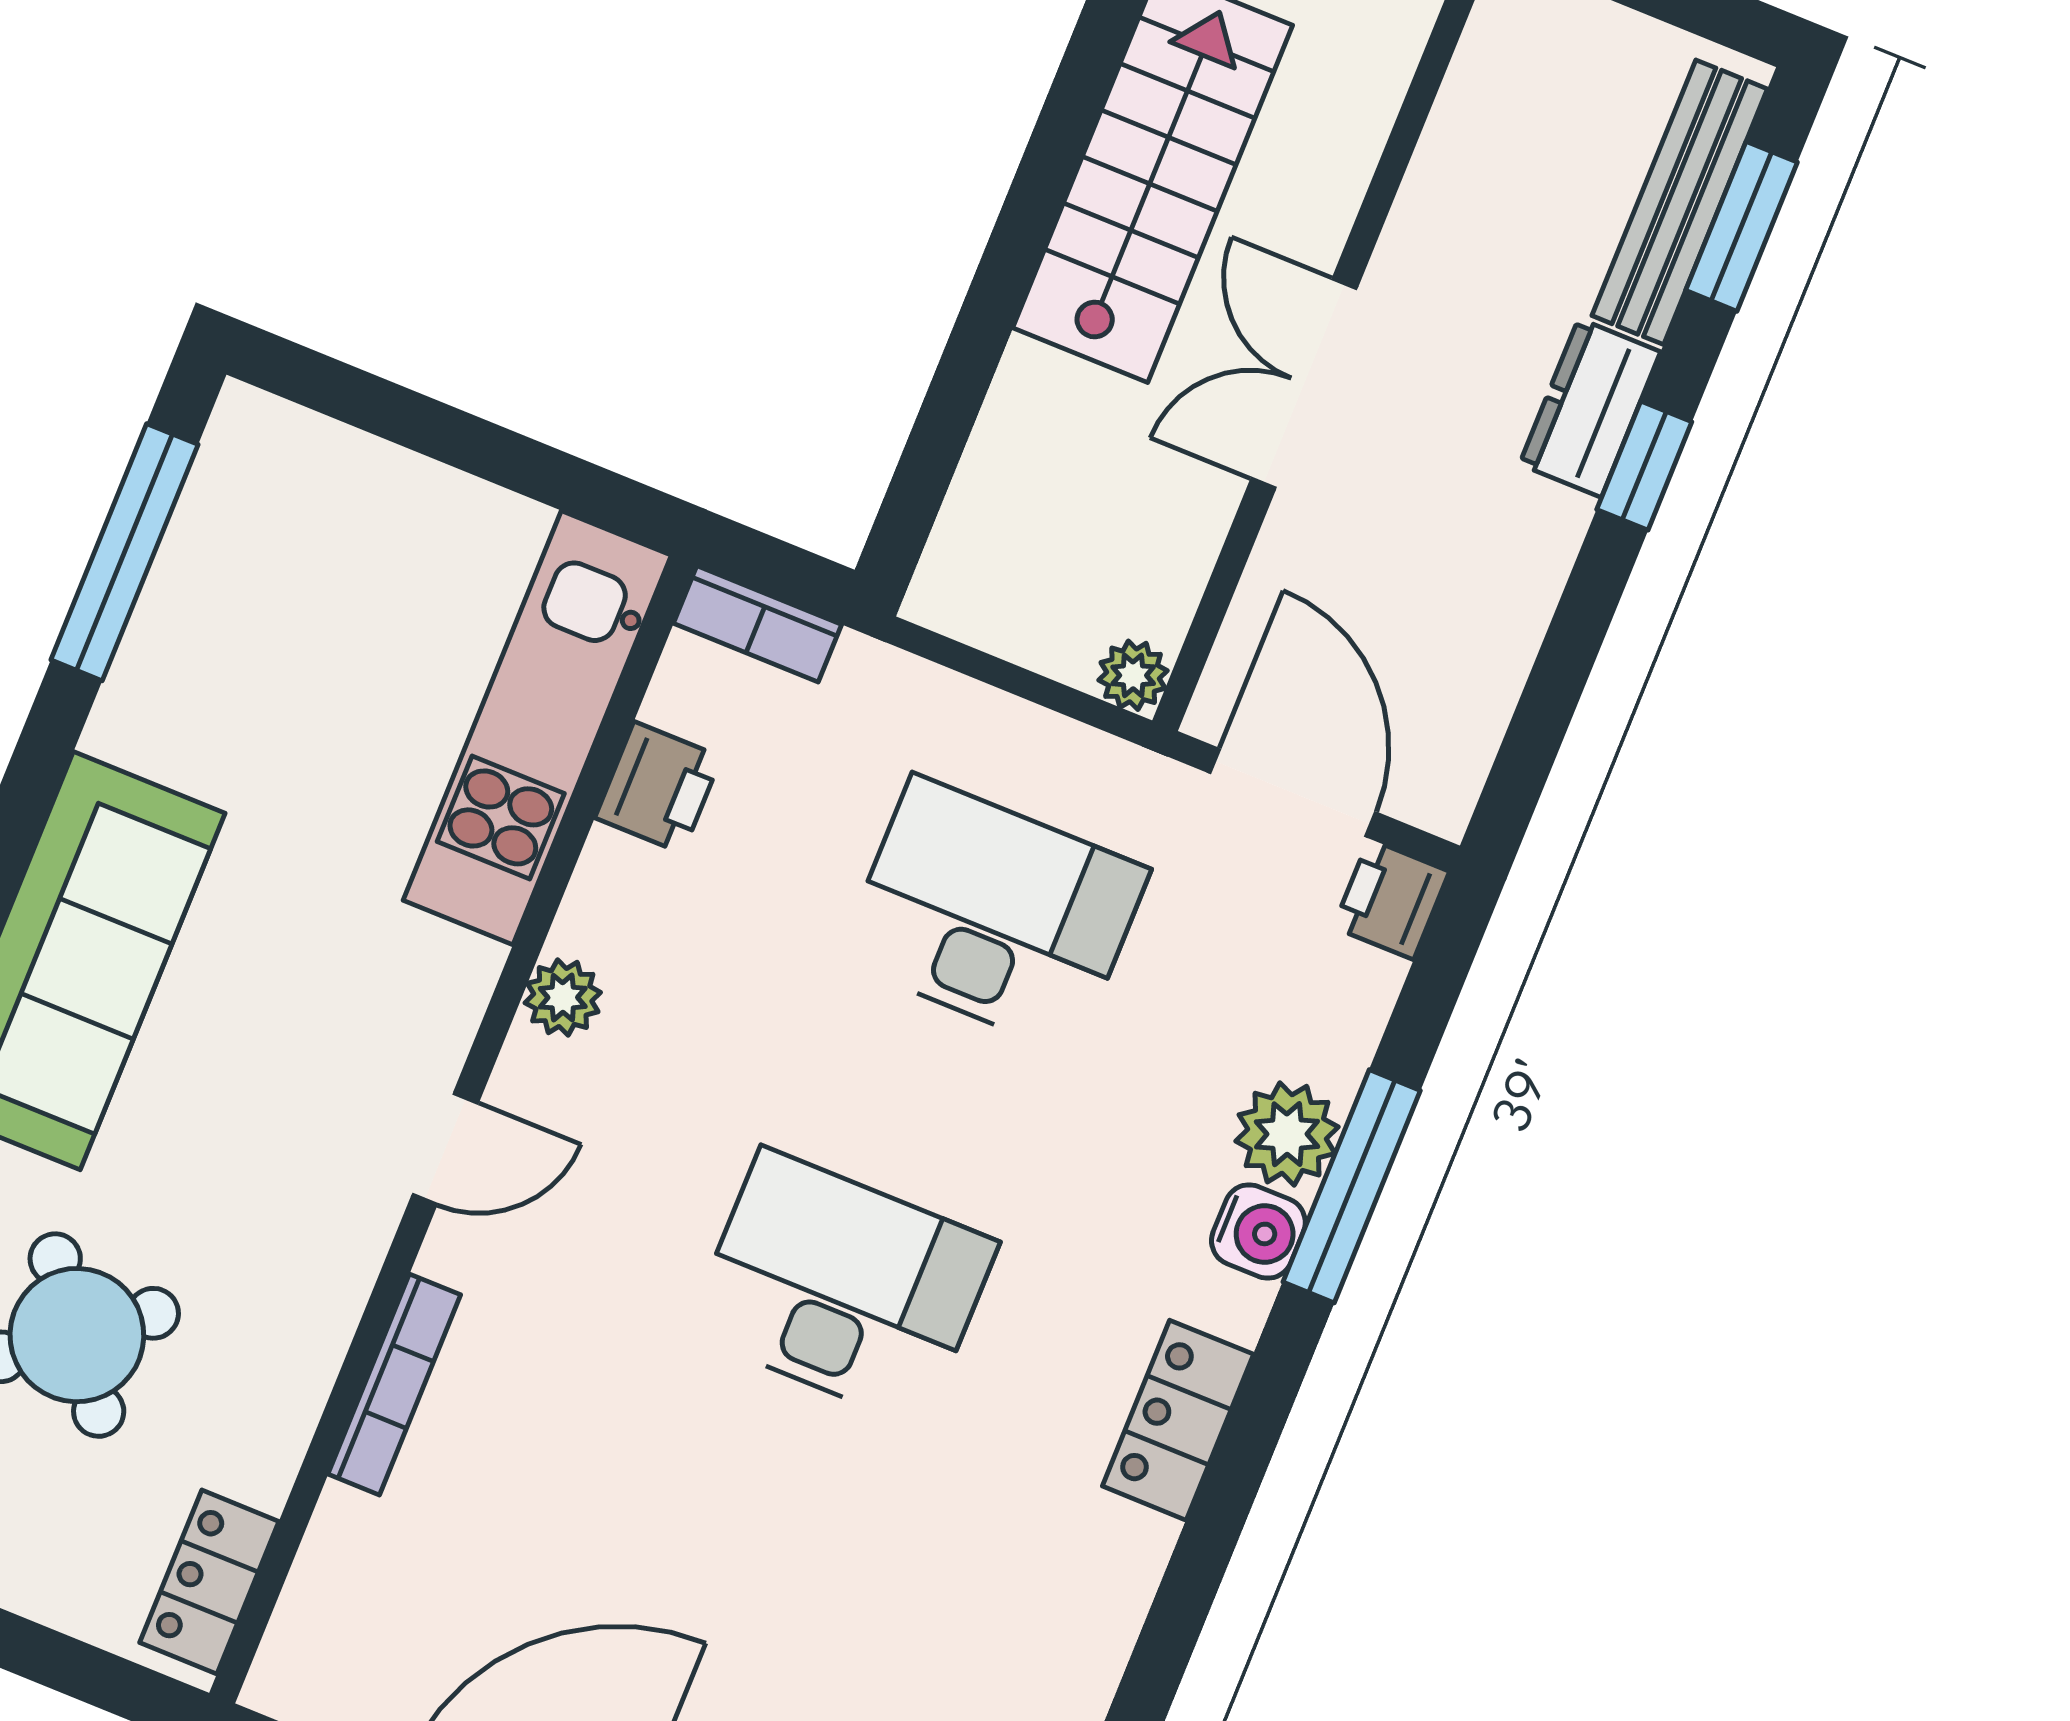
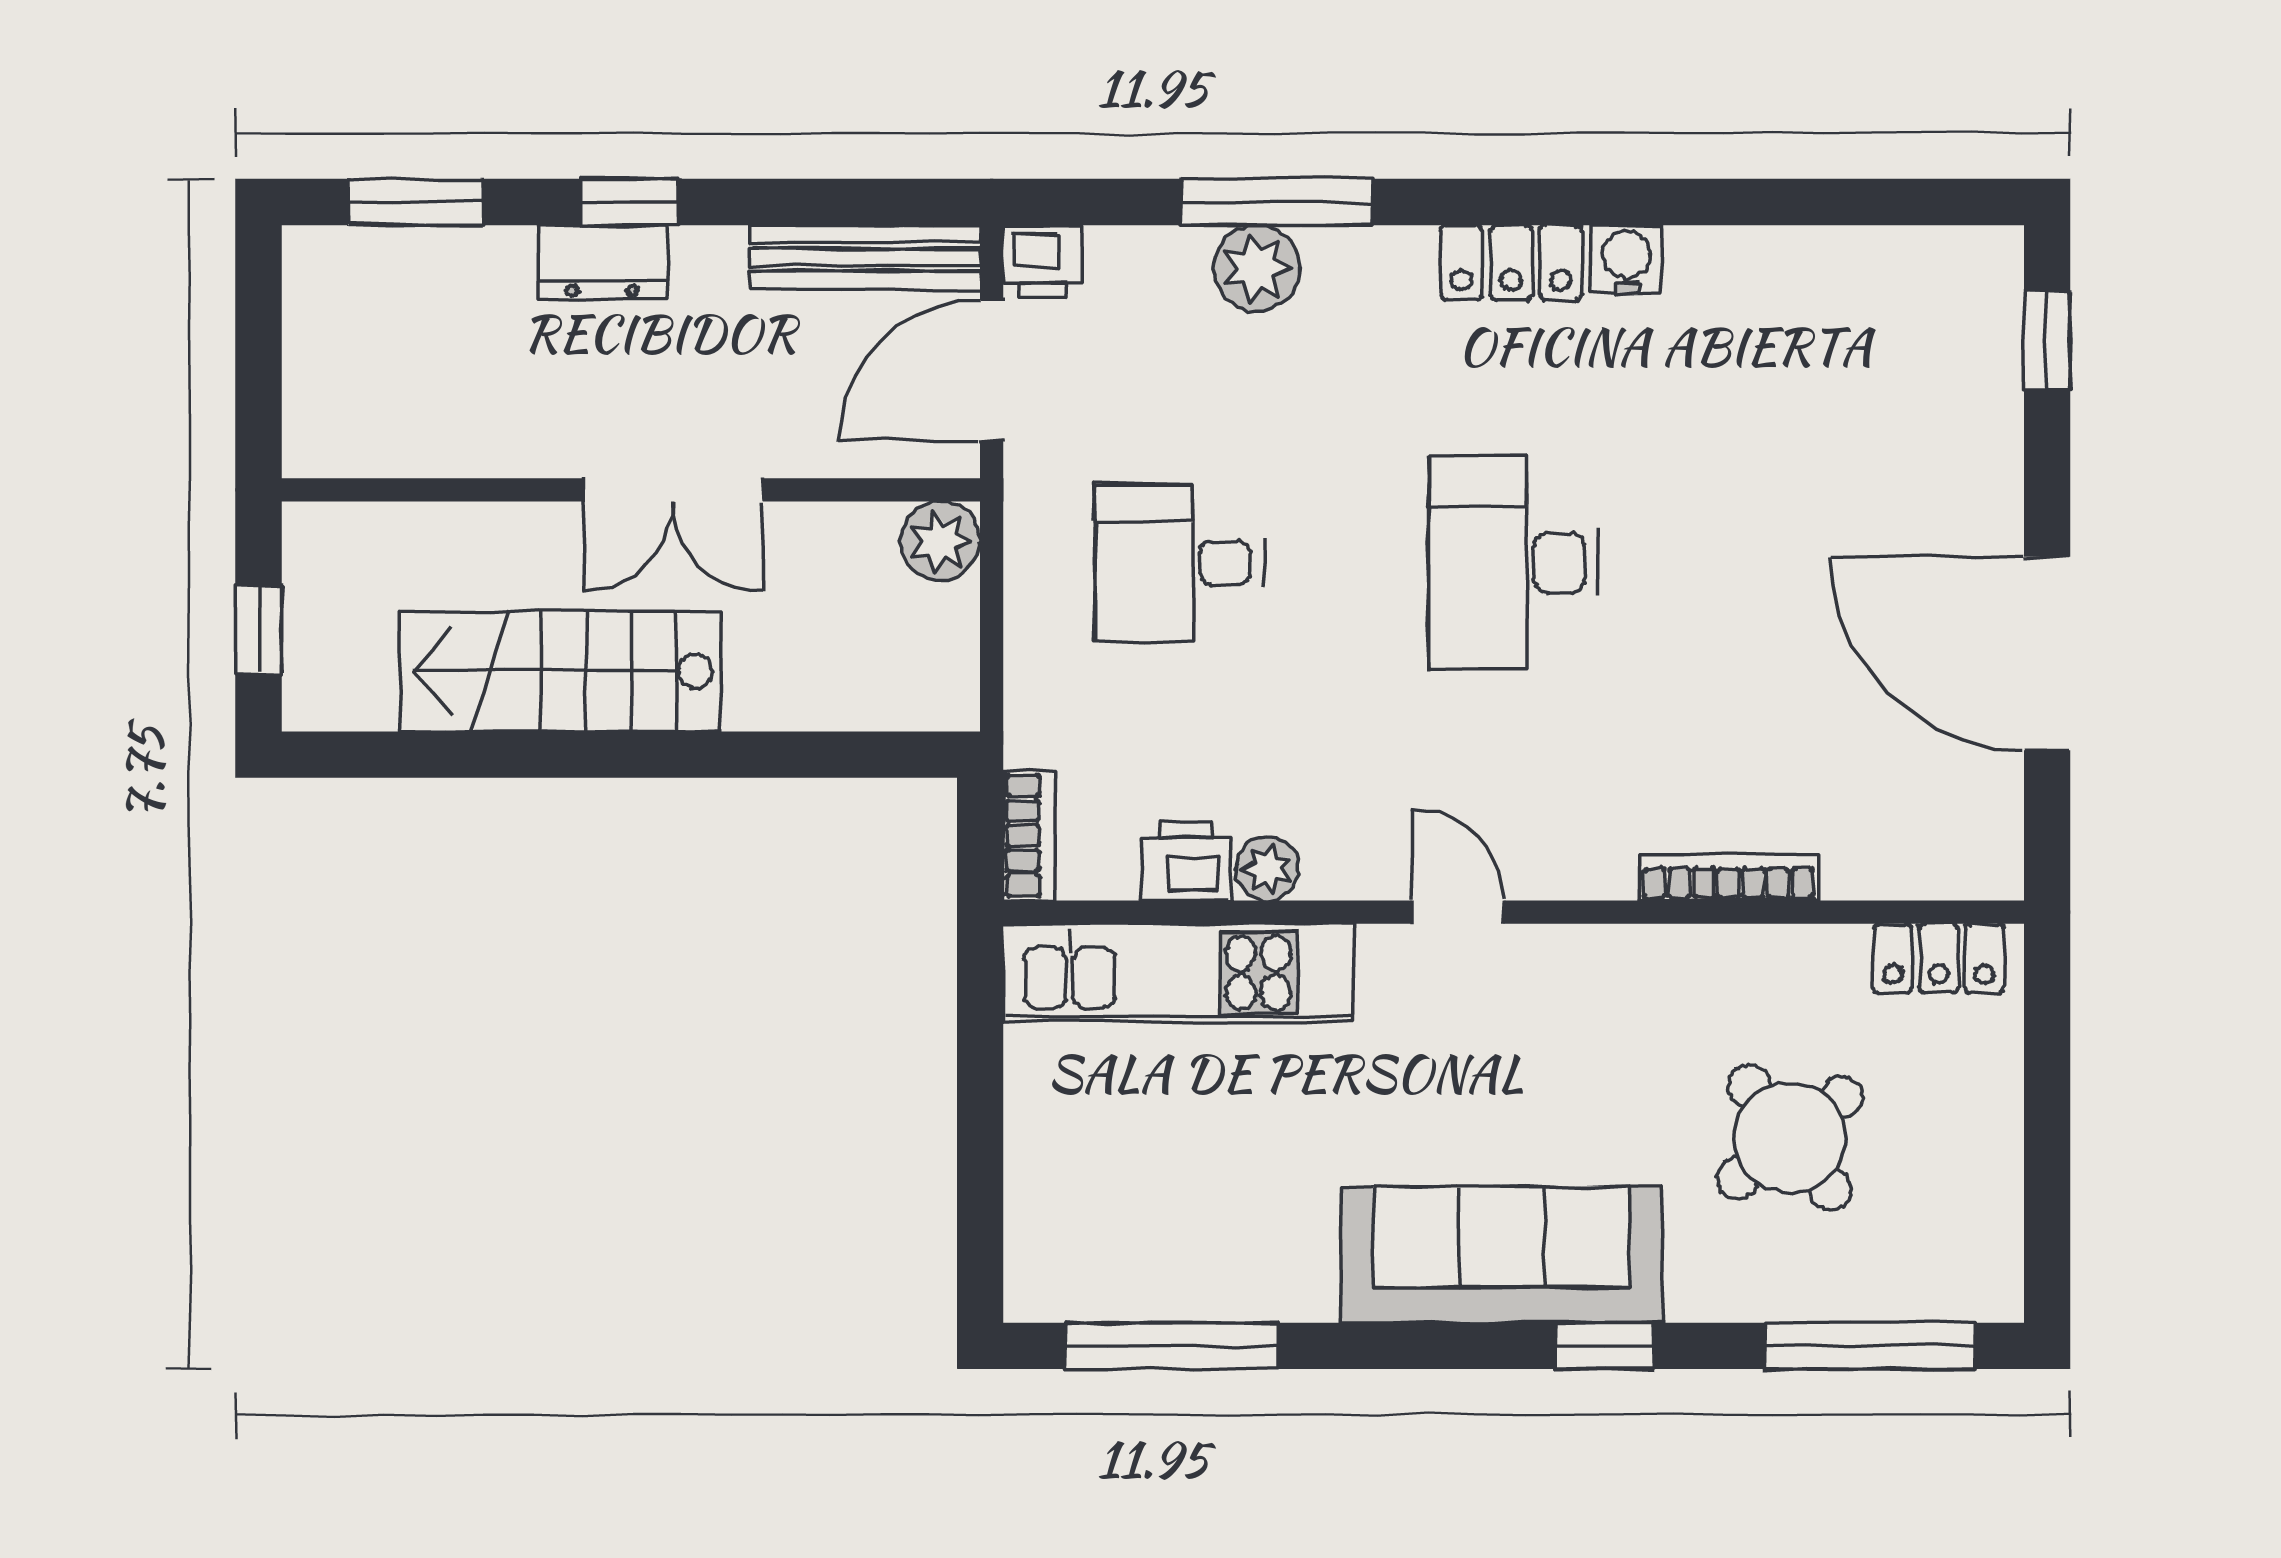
bench: (1680, 202) -> (865, 257), moved
plant: (1133, 675) -> (940, 541), width x1.38, depth x1.38
desk: (994, 915) -> (1179, 563), width x0.73
plant: (563, 998) -> (1267, 869), moved
door: (445, 1149) -> (1458, 912), moved
water cooler: (1258, 1231) -> (1626, 260), moved

